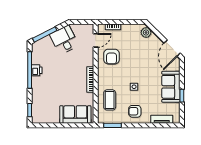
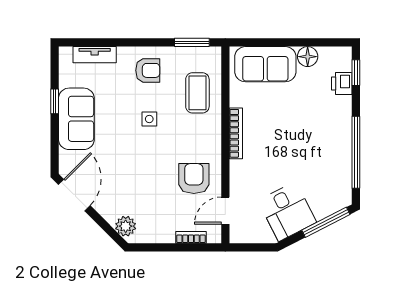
printer: (37, 70) -> (342, 83), moved
floor lamp: (54, 118) -> (308, 57), added

